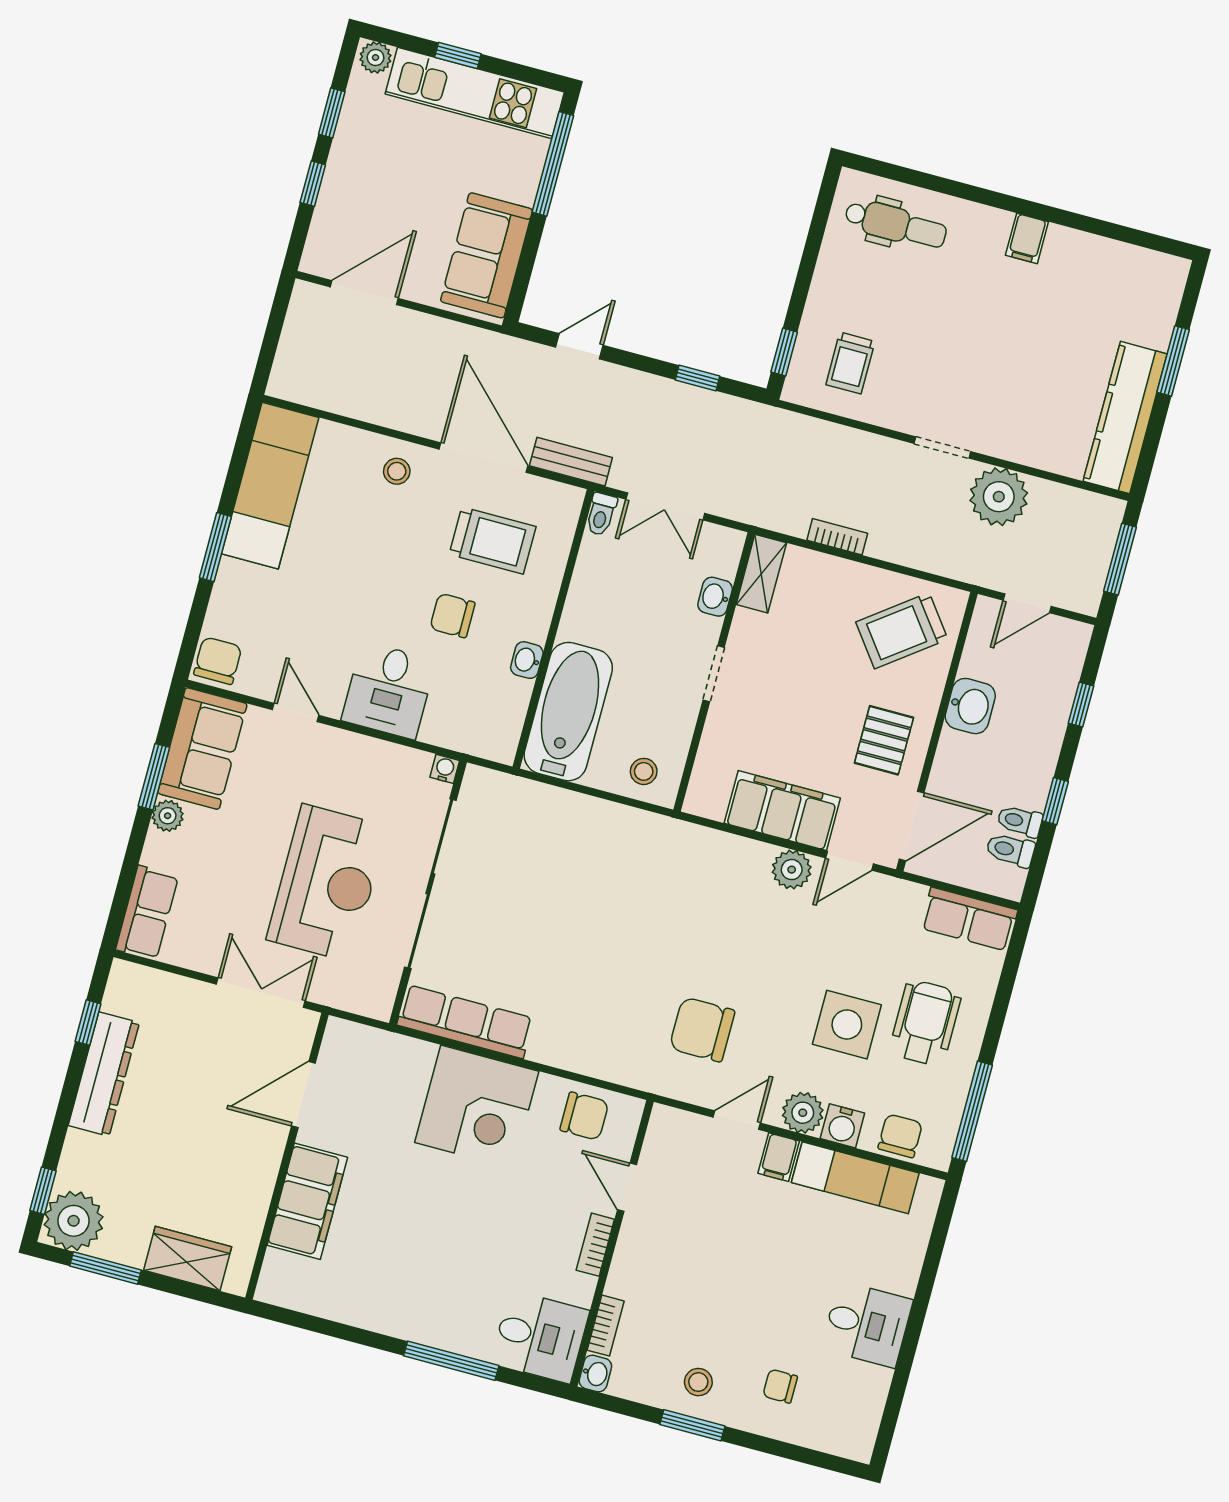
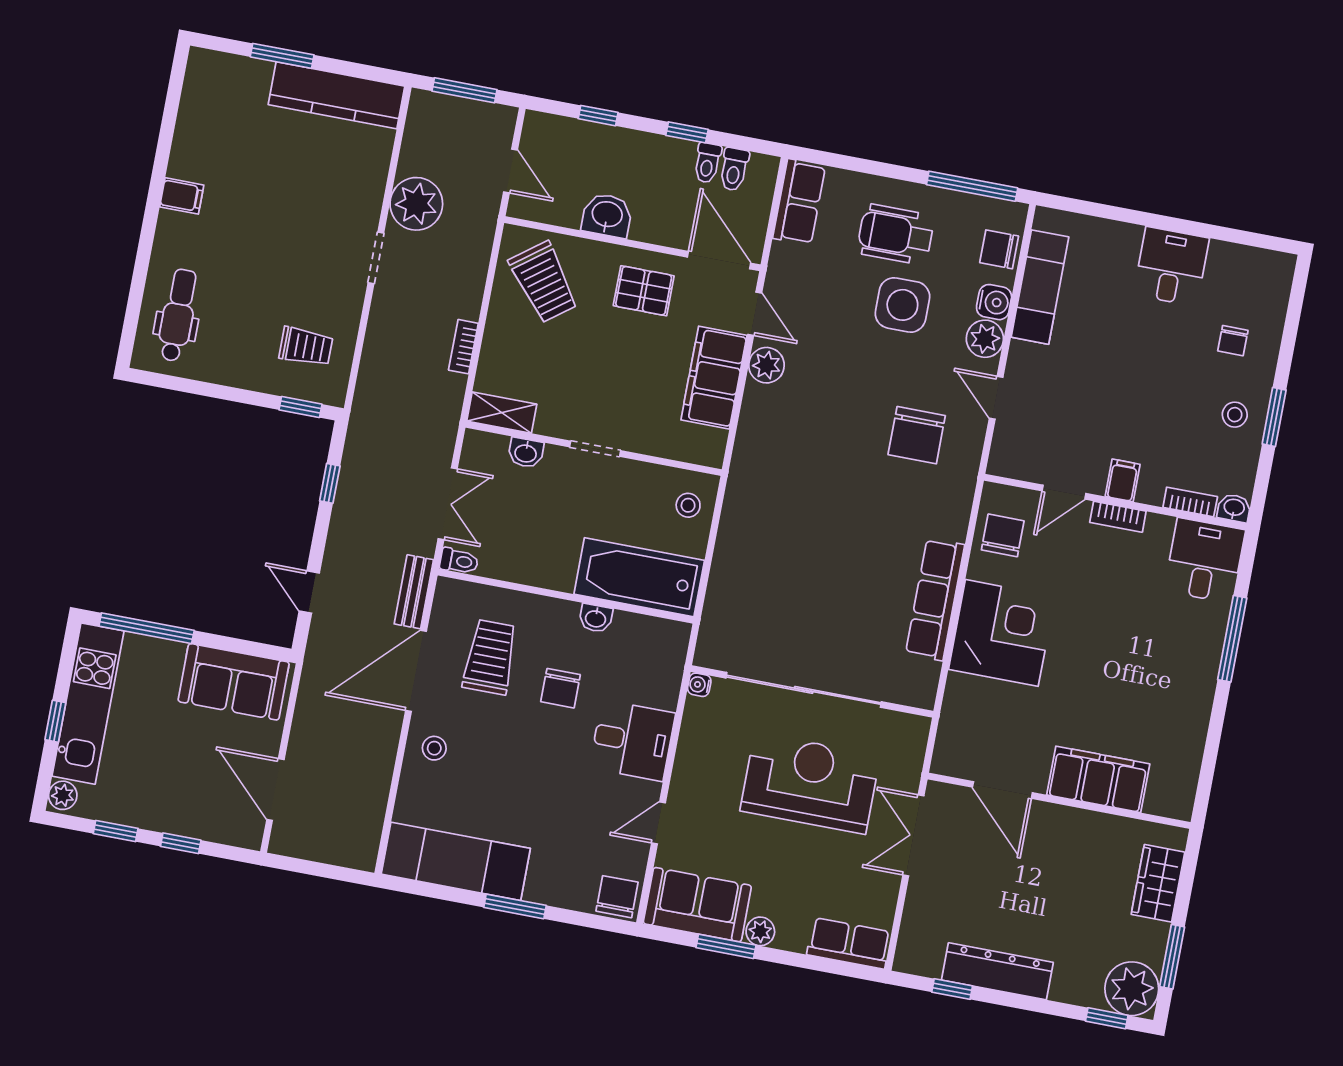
chair: (218, 661) -> (617, 897), turned 90
row of seats: (465, 1022) -> (935, 599), moved
filing cabinet: (779, 1157) -> (1123, 480), moved, turned -90

